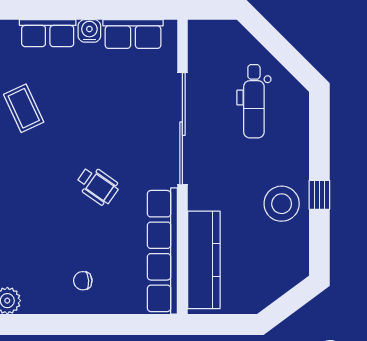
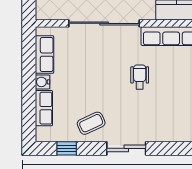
wheelchair: (97, 186) -> (140, 77), turned -35

